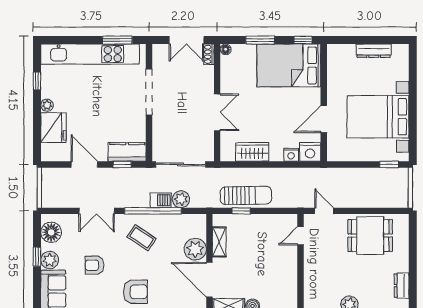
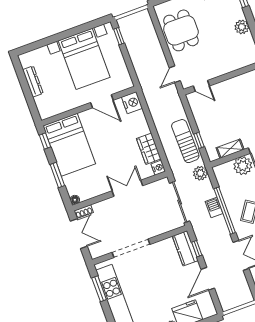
nightstand: (291, 155) -> (158, 168), moved
plant: (181, 199) -> (200, 173), moved

